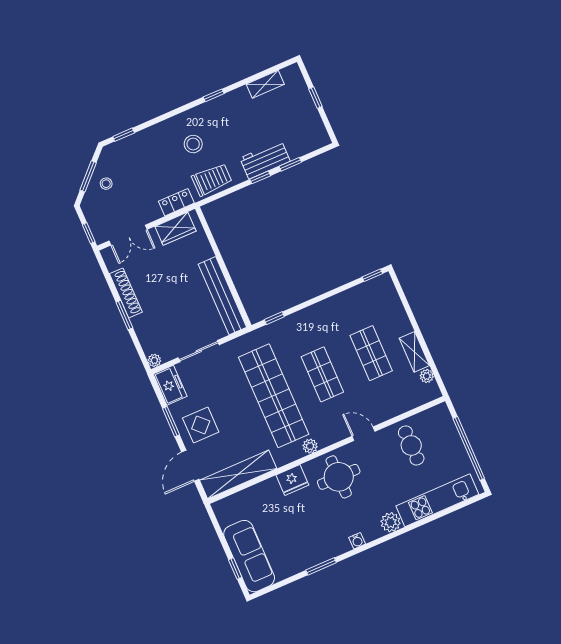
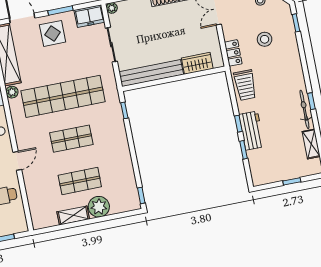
bicycle: (226, 101) -> (304, 109), added
stool: (193, 144) -> (265, 39), moved
wardrobe: (175, 229) -> (197, 63), moved, turned 90
plant: (427, 376) -> (99, 207), moved, width x1.88, depth x1.88
plant: (310, 446) -> (12, 92), moved

